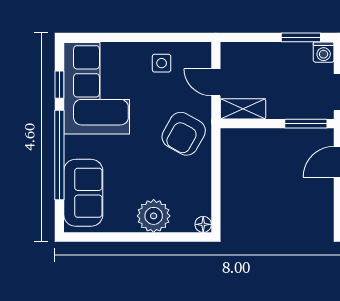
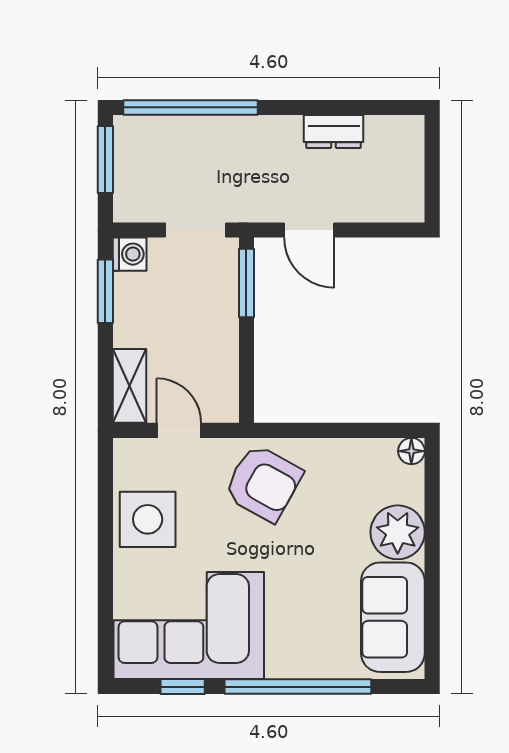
side table: (162, 63) -> (148, 519), width x1.87, depth x1.87
door: (216, 82) -> (179, 430), swing flipped
shelving: (243, 109) -> (130, 386), moved
sofa: (83, 193) -> (393, 617), moved, turned -90

